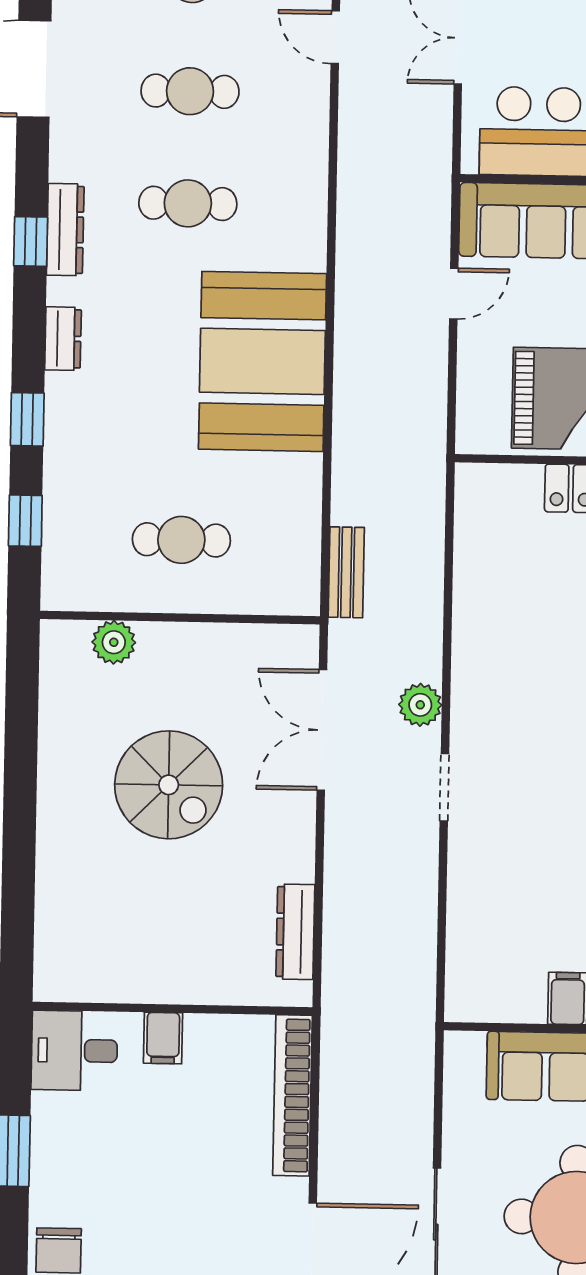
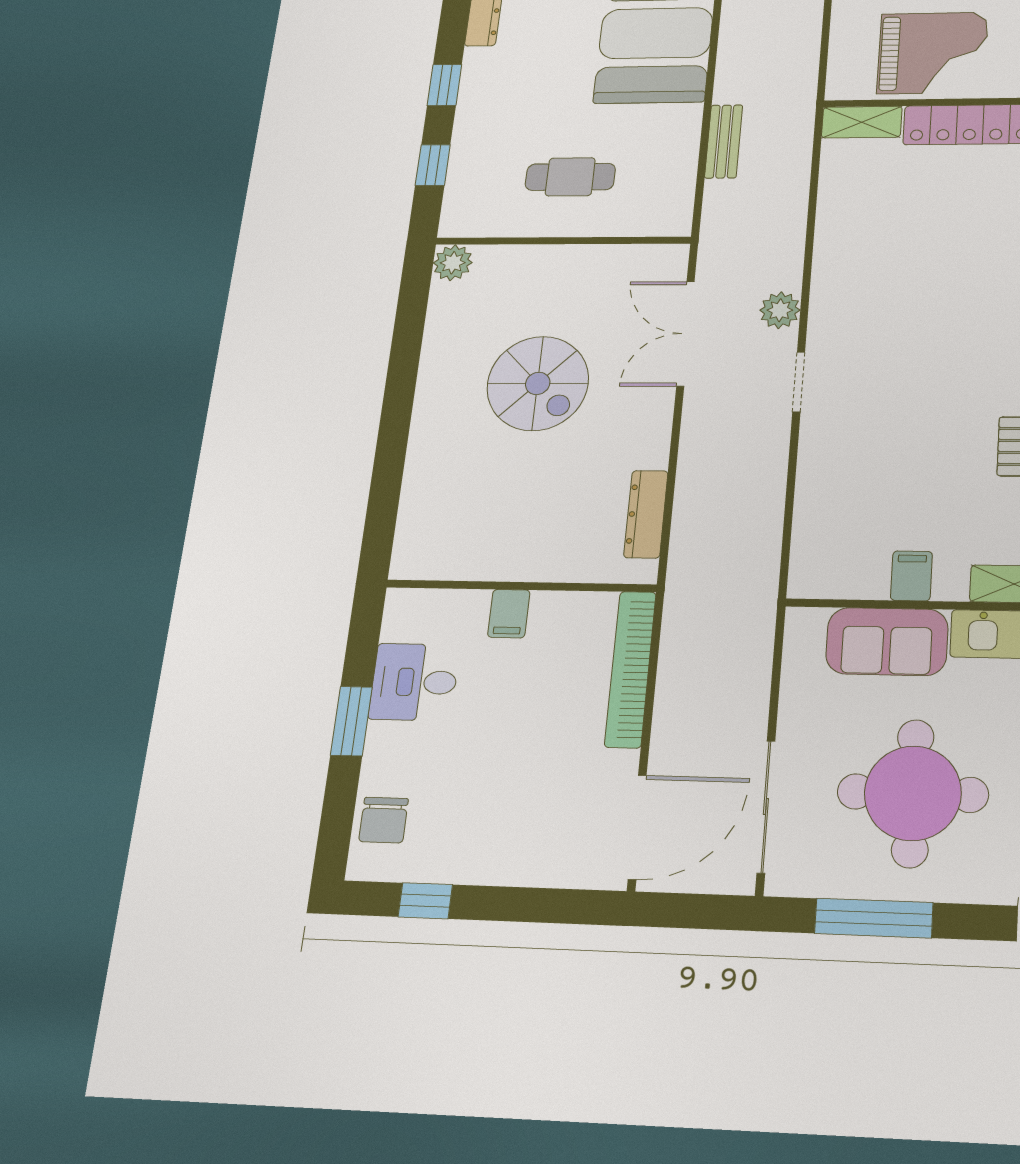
shelving: (497, 482) -> (862, 122), added
bench: (346, 572) -> (724, 141), moved
plant: (114, 642) -> (453, 263), moved
desk: (74, 1051) -> (414, 682), moved

